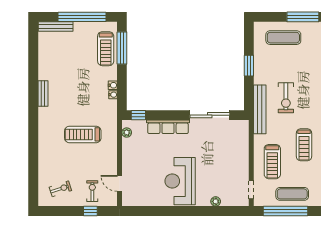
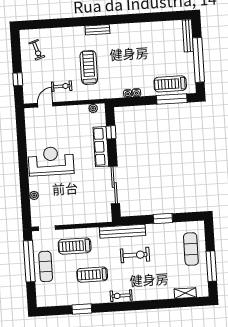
bench: (43, 94) -> (97, 30), moved
exercise bike: (286, 98) -> (135, 255), turned 180
window: (138, 115) -> (111, 132), moved
exercise bike: (92, 191) -> (62, 86), moved

